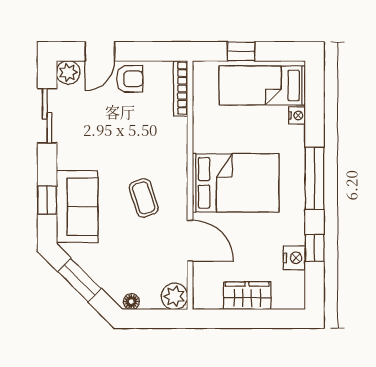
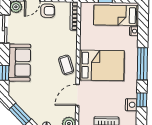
coffee table: (144, 198) -> (66, 65), moved
sofa: (77, 207) -> (20, 63), moved
door: (190, 241) -> (77, 95), swing flipped

